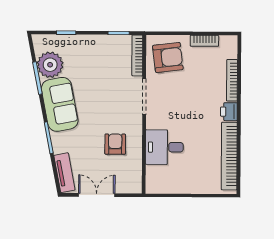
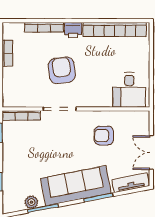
armchair: (168, 57) -> (62, 70), moved
plant: (50, 65) -> (31, 202), width x0.53, depth x0.53
sofa: (60, 104) -> (76, 186), width x1.36
desk: (164, 147) -> (129, 90), moved

